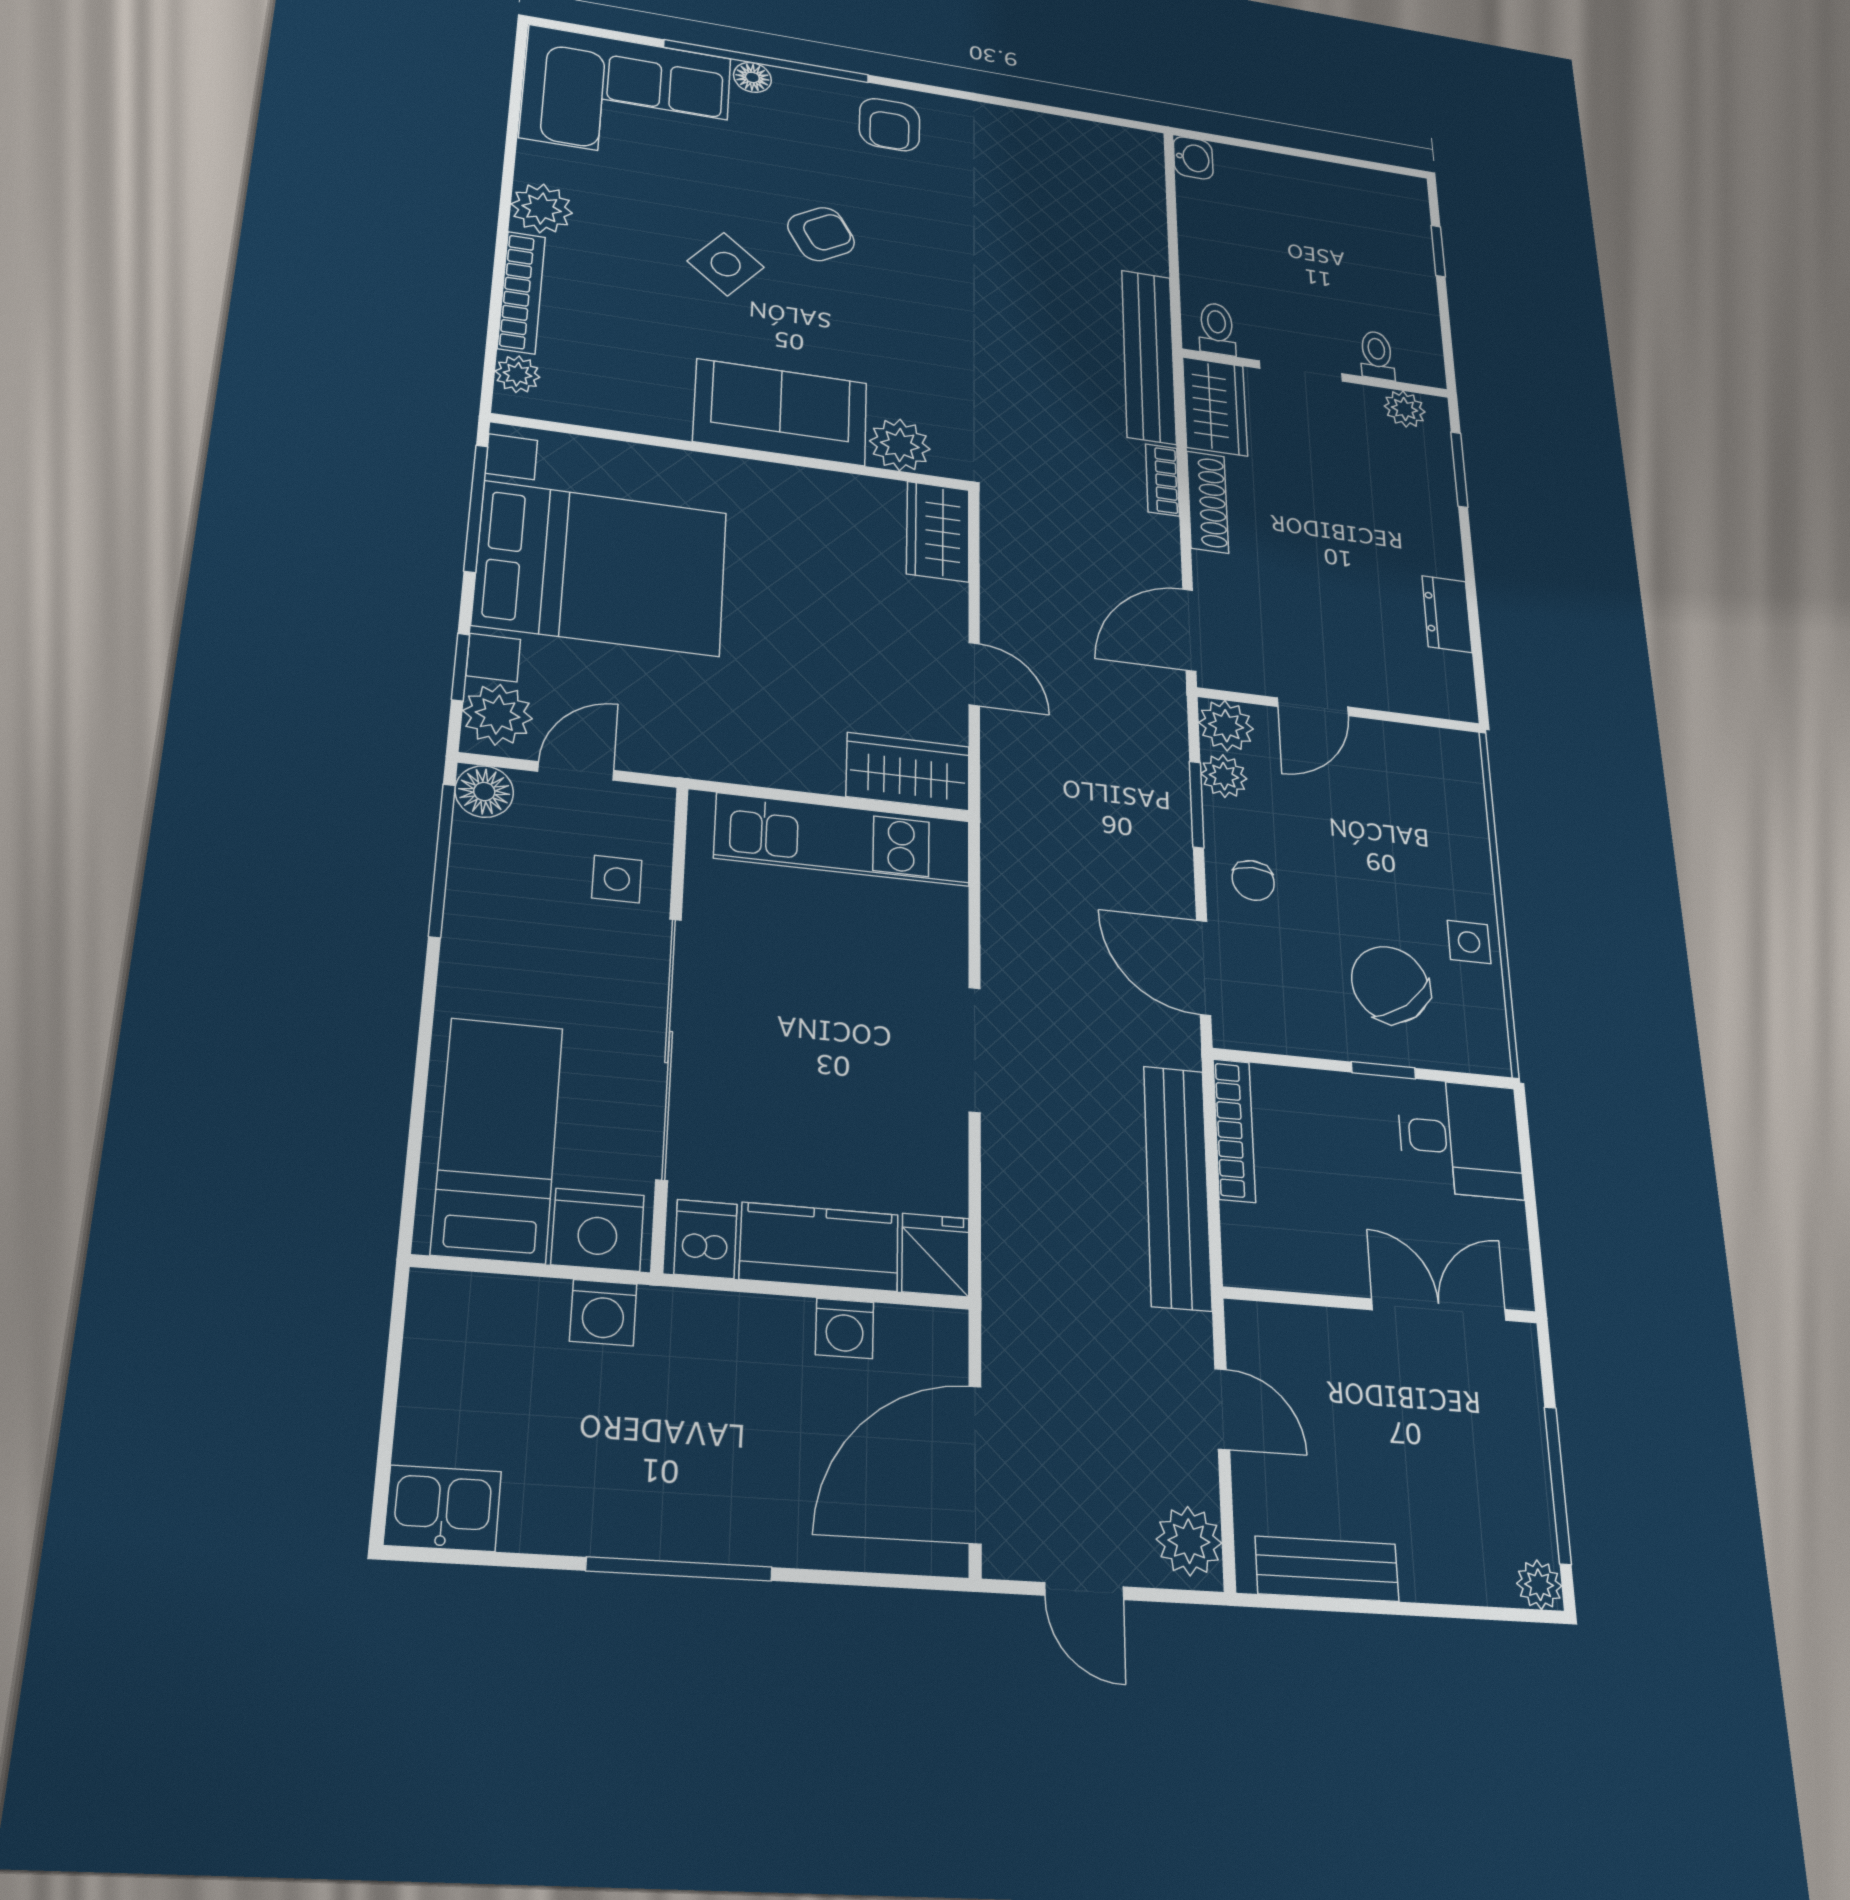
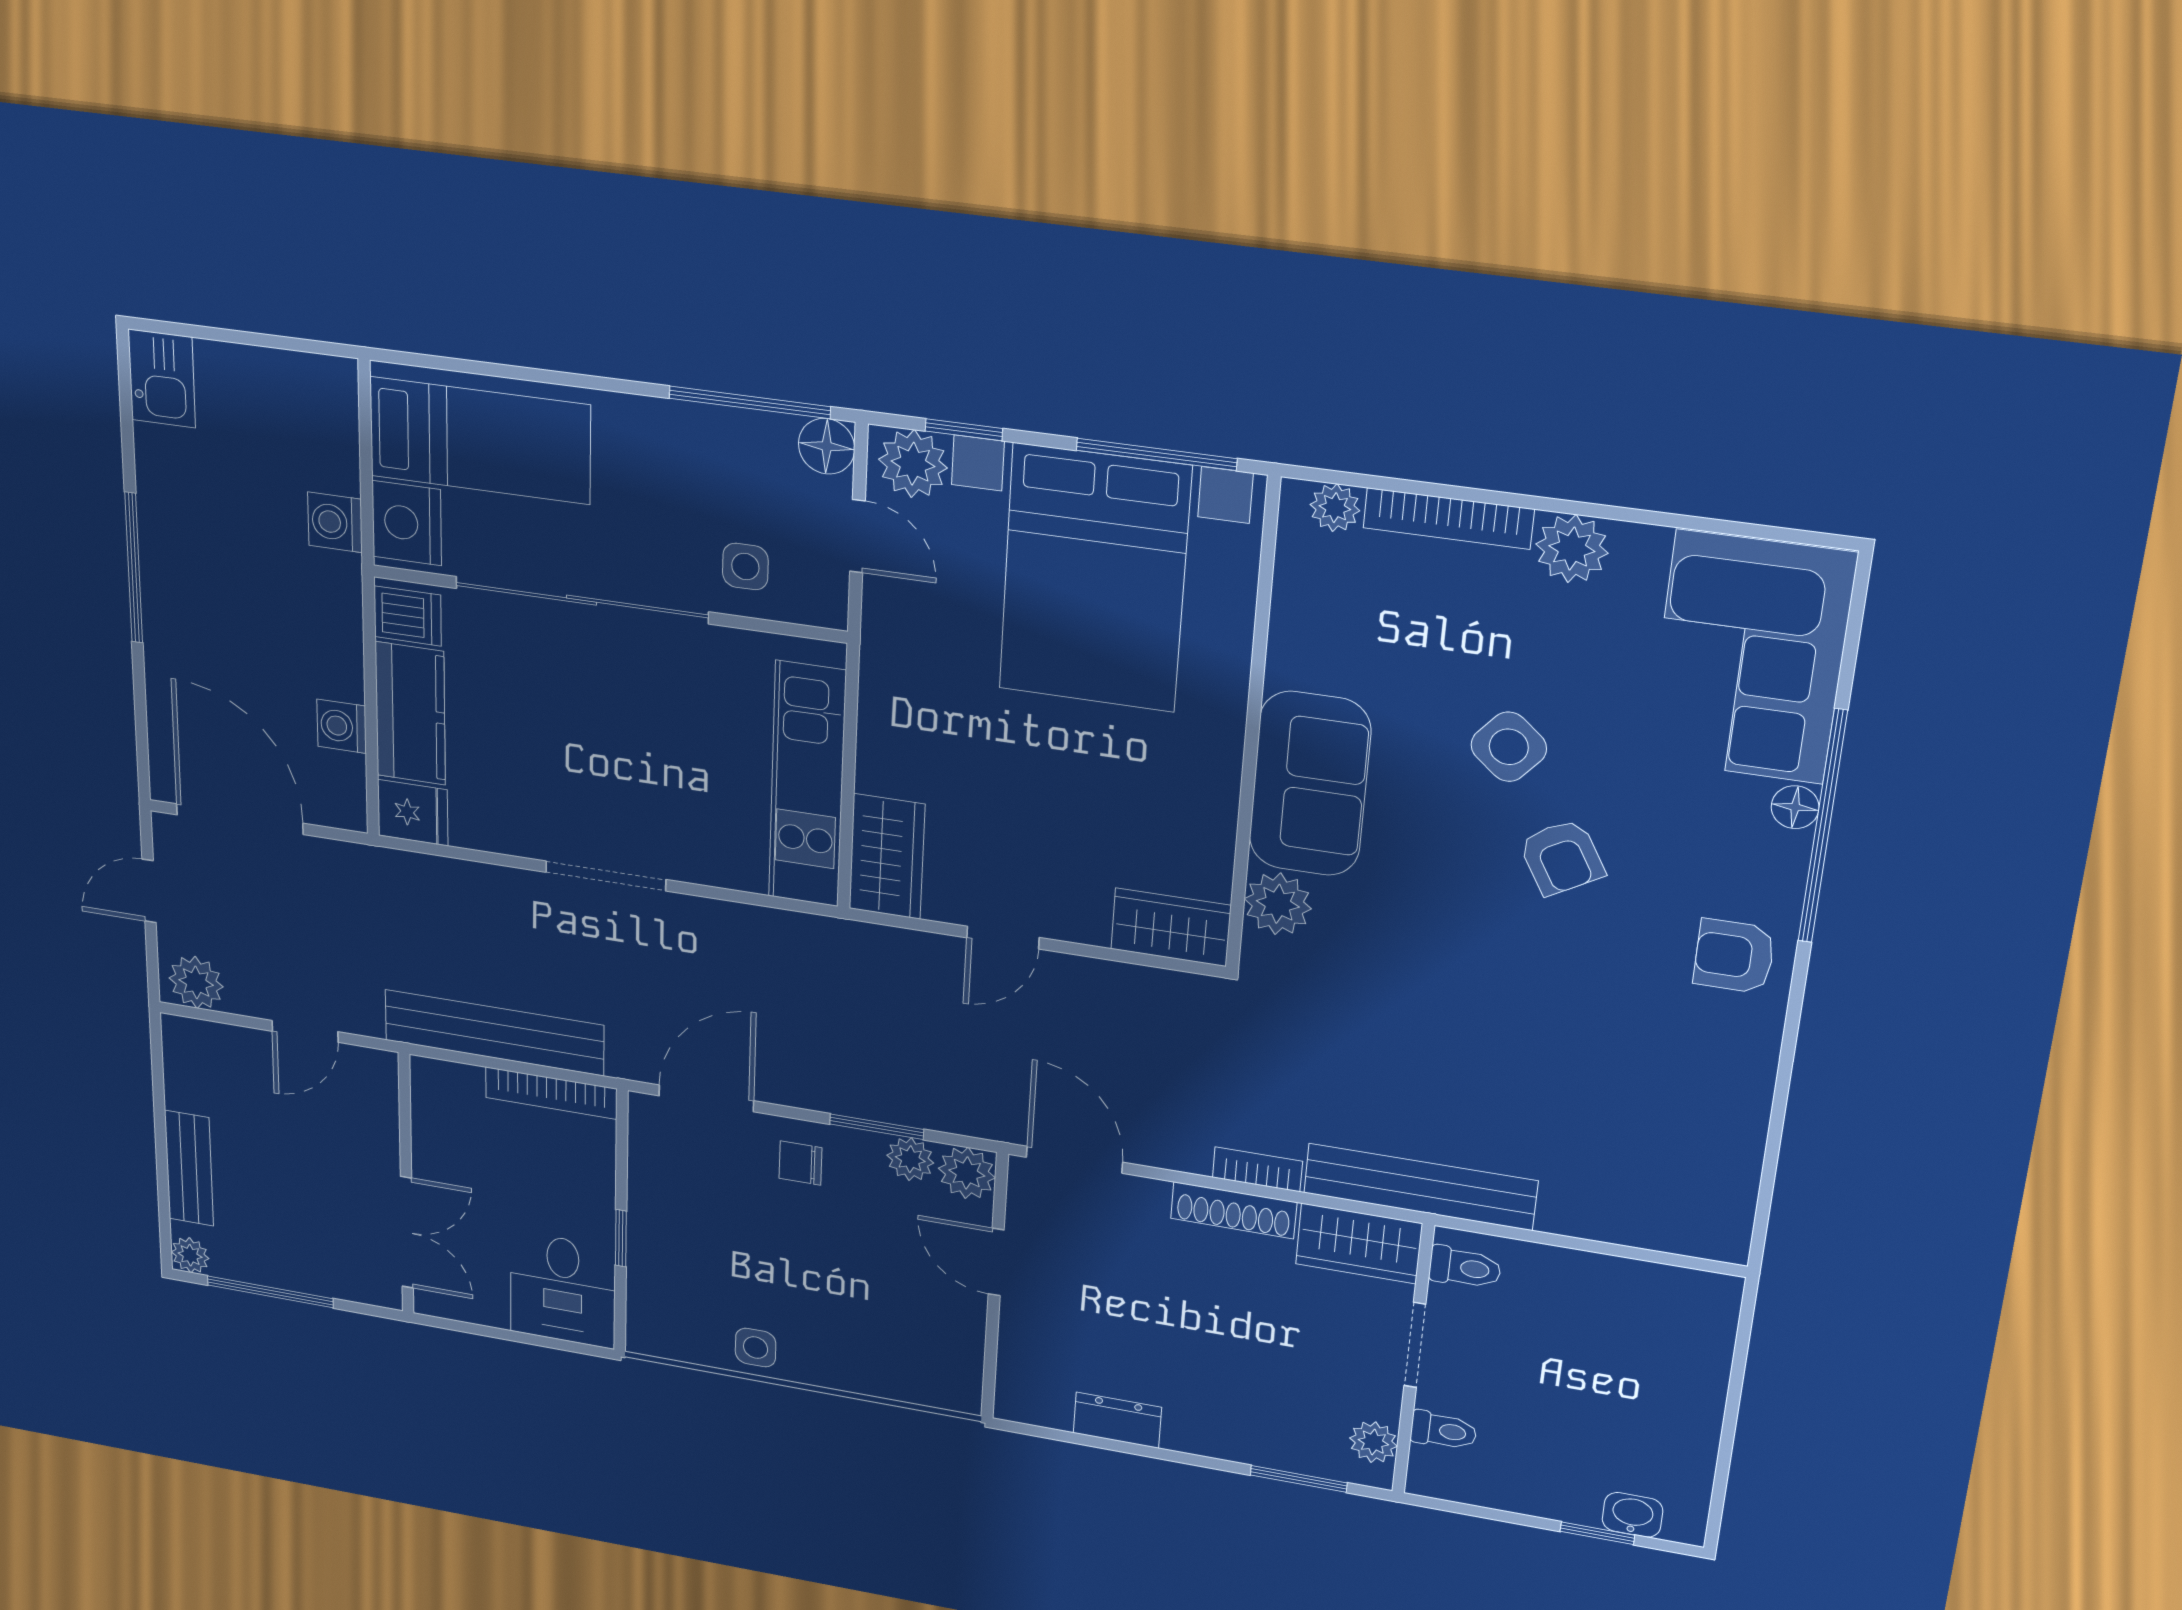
washbasin: (1193, 158) -> (1632, 1515), moved, turned 180
chair: (1390, 984) -> (706, 1265), removed
bench: (1327, 1569) -> (189, 1168), moved

